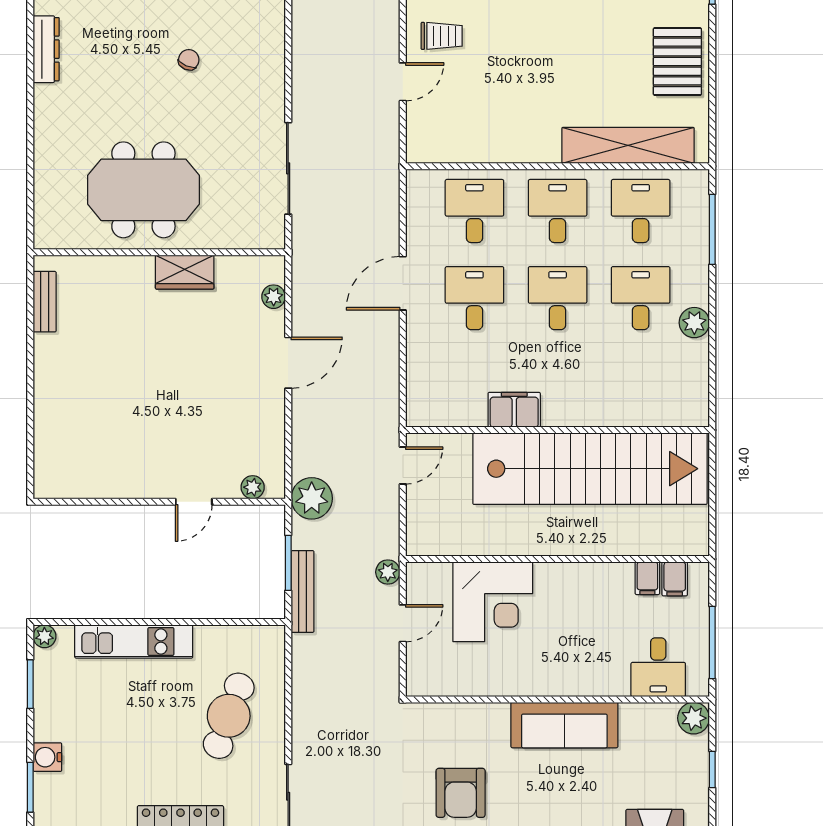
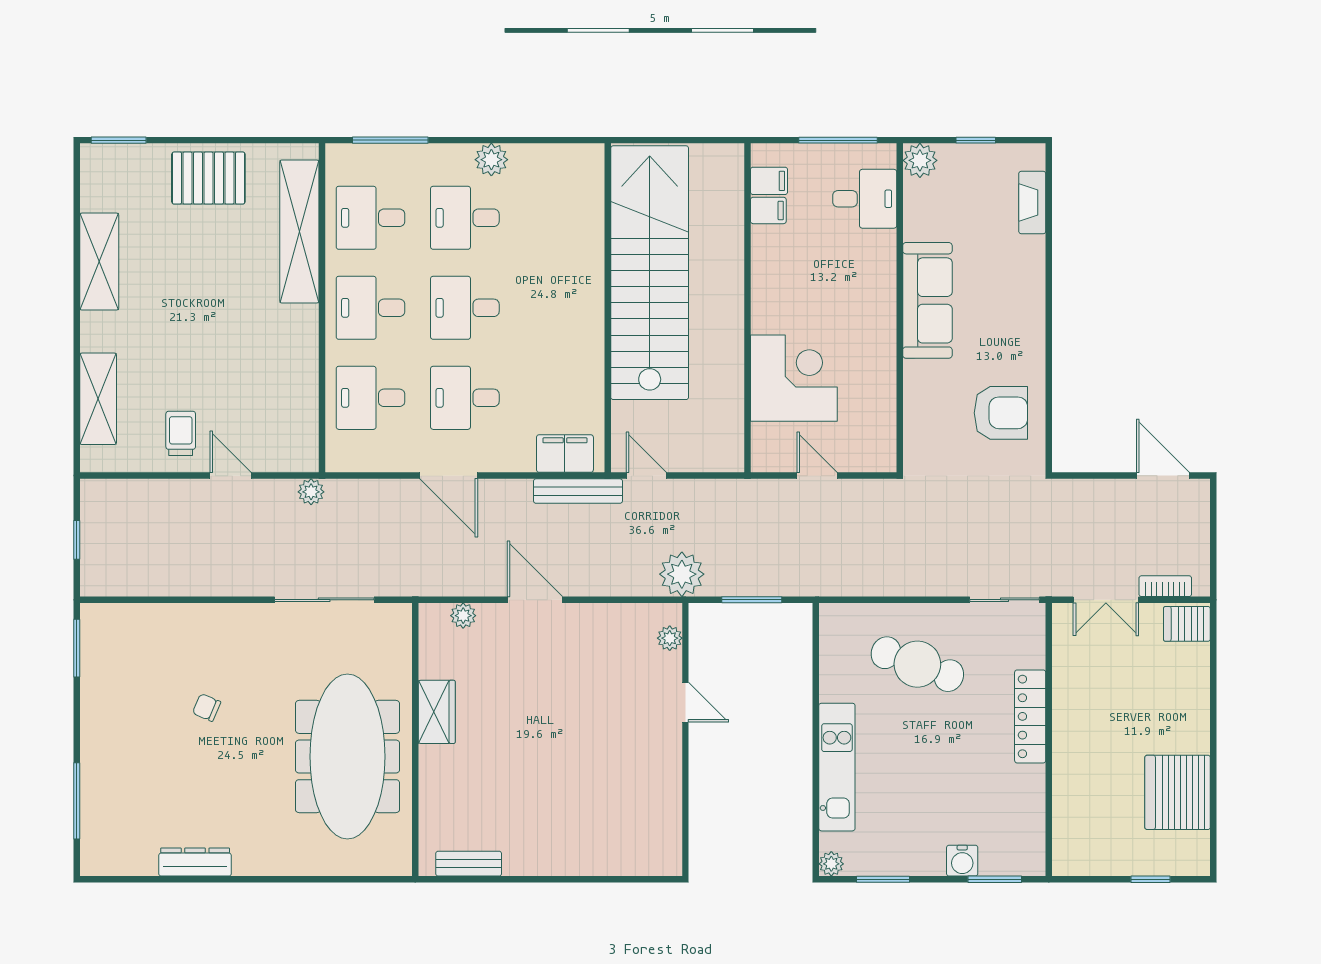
meeting table: (143, 190) -> (347, 757), width x1.36
filing cabinet: (514, 410) -> (565, 454), moved, turned 90
plant: (388, 572) -> (311, 492), moved
bench: (302, 591) -> (578, 491), moved

